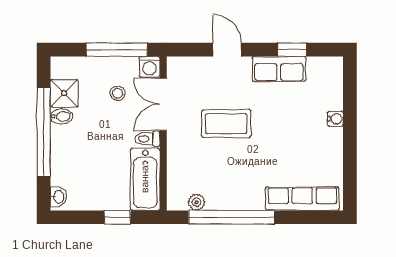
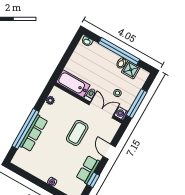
door: (227, 50) -> (109, 152), swing flipped
row of seats: (302, 199) -> (34, 133), moved
window: (117, 217) -> (63, 62), removed
window: (232, 217) -> (25, 129), moved

